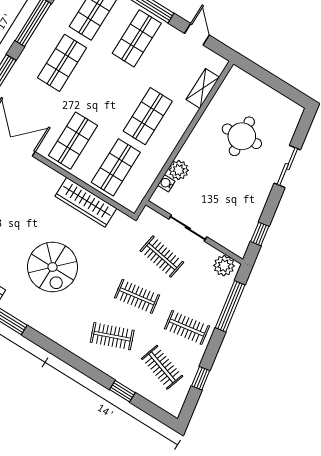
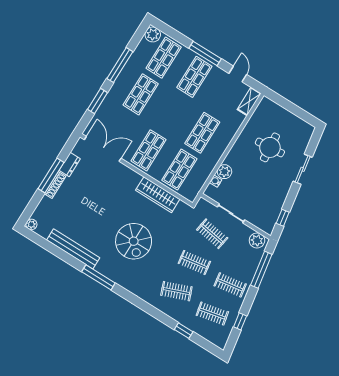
shelving: (203, 88) -> (249, 101), moved
clothes rail: (162, 367) -> (212, 313), turned -30

